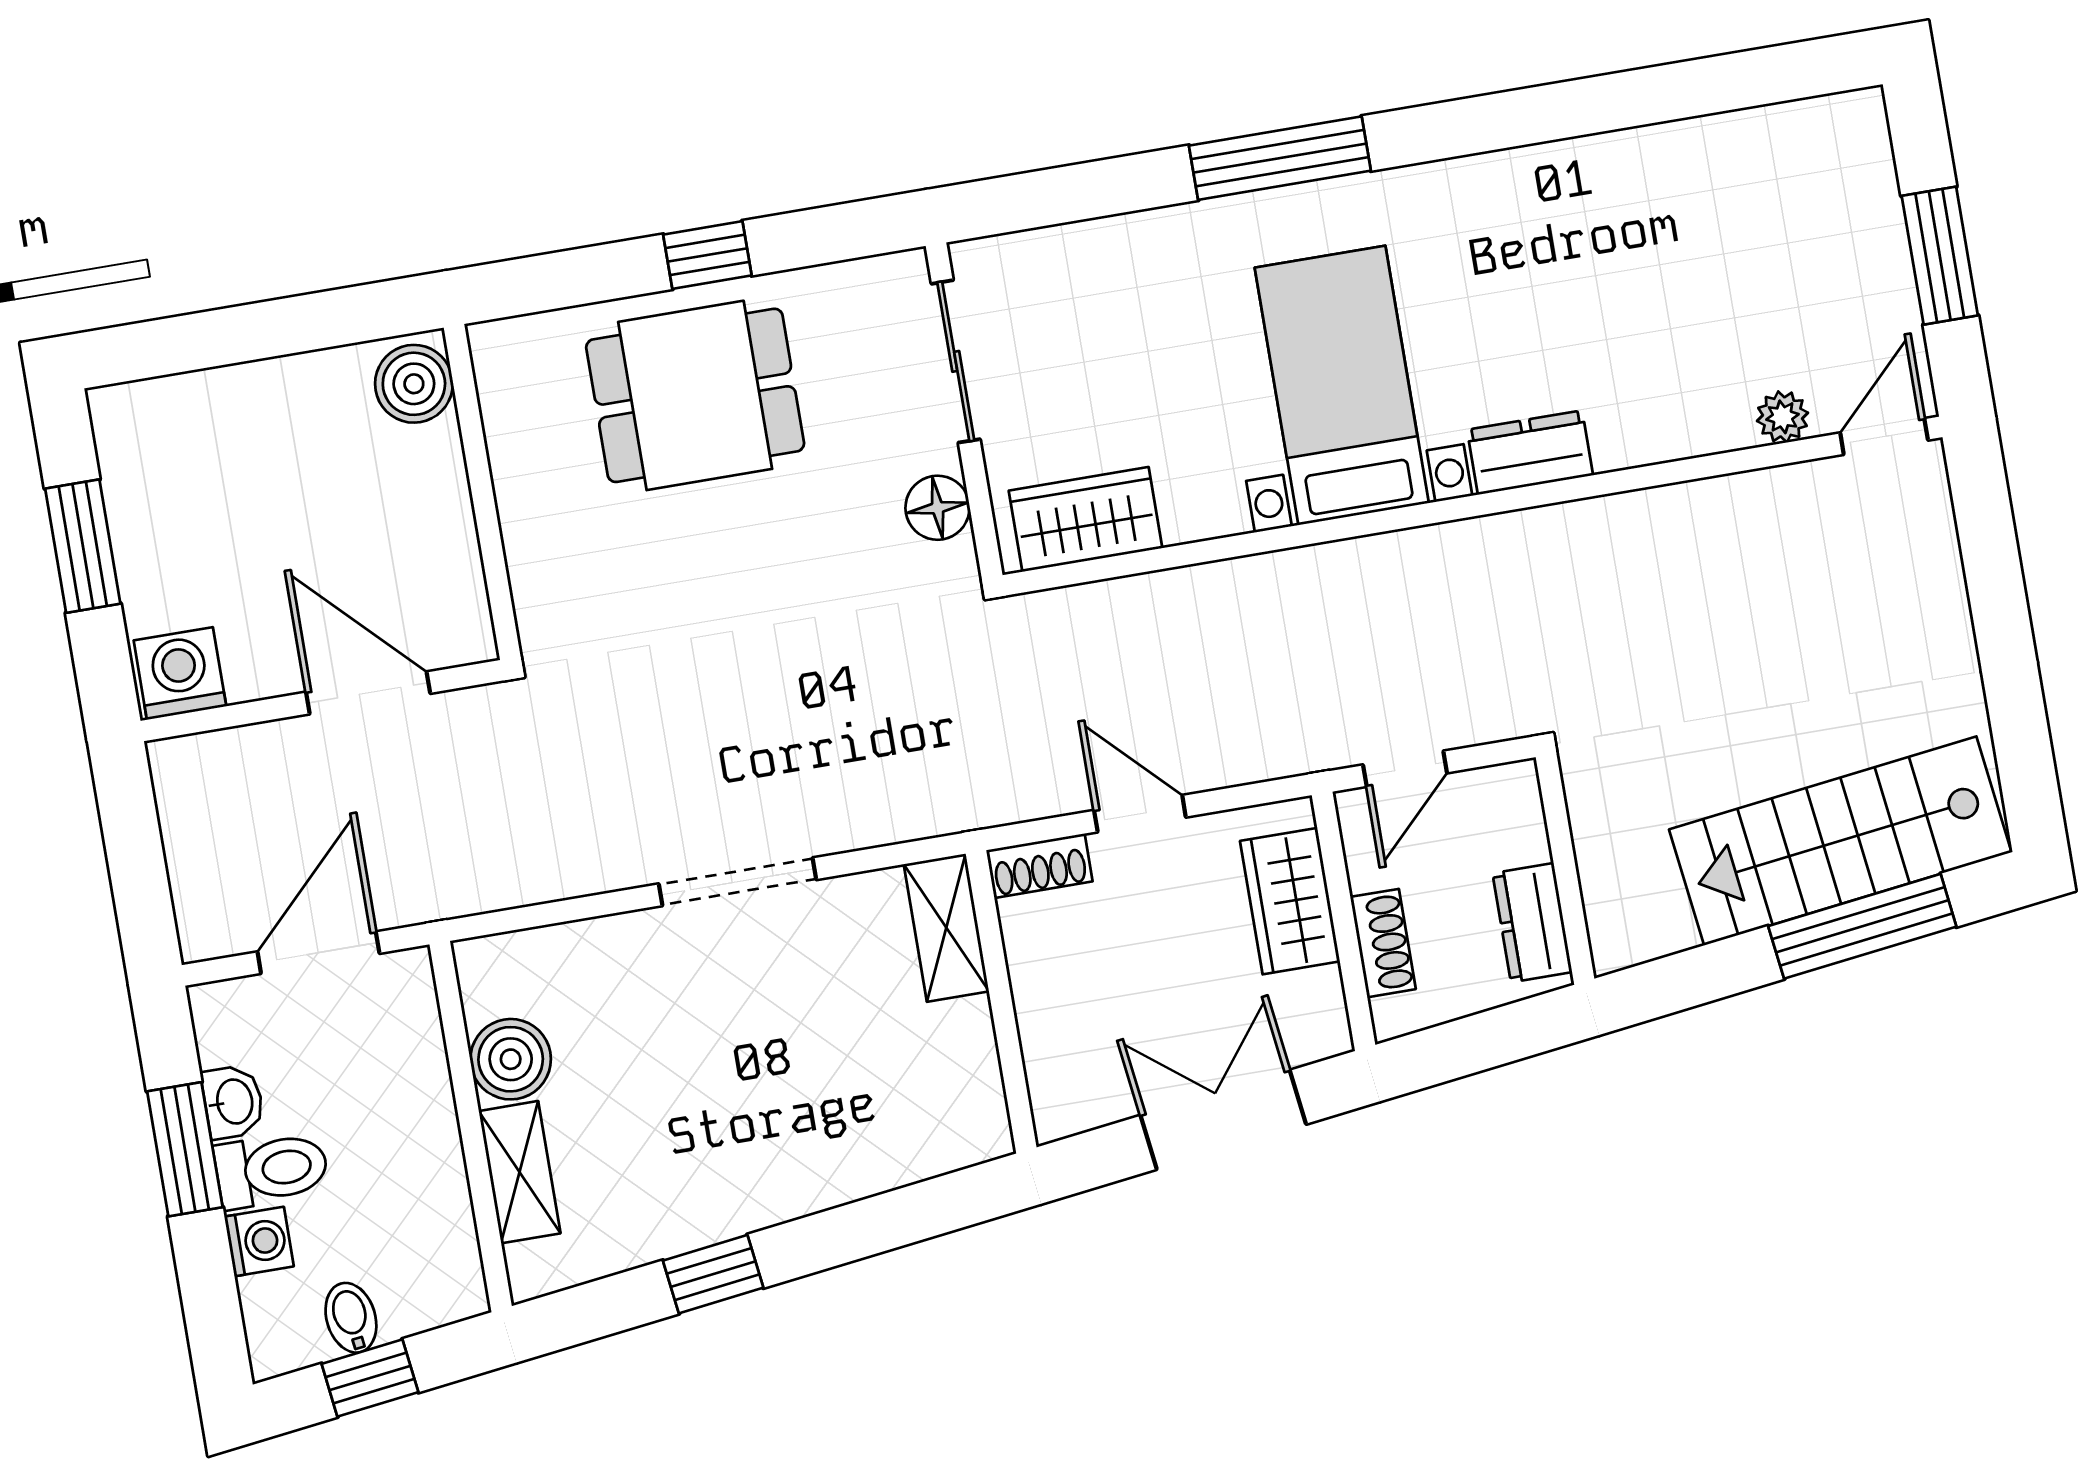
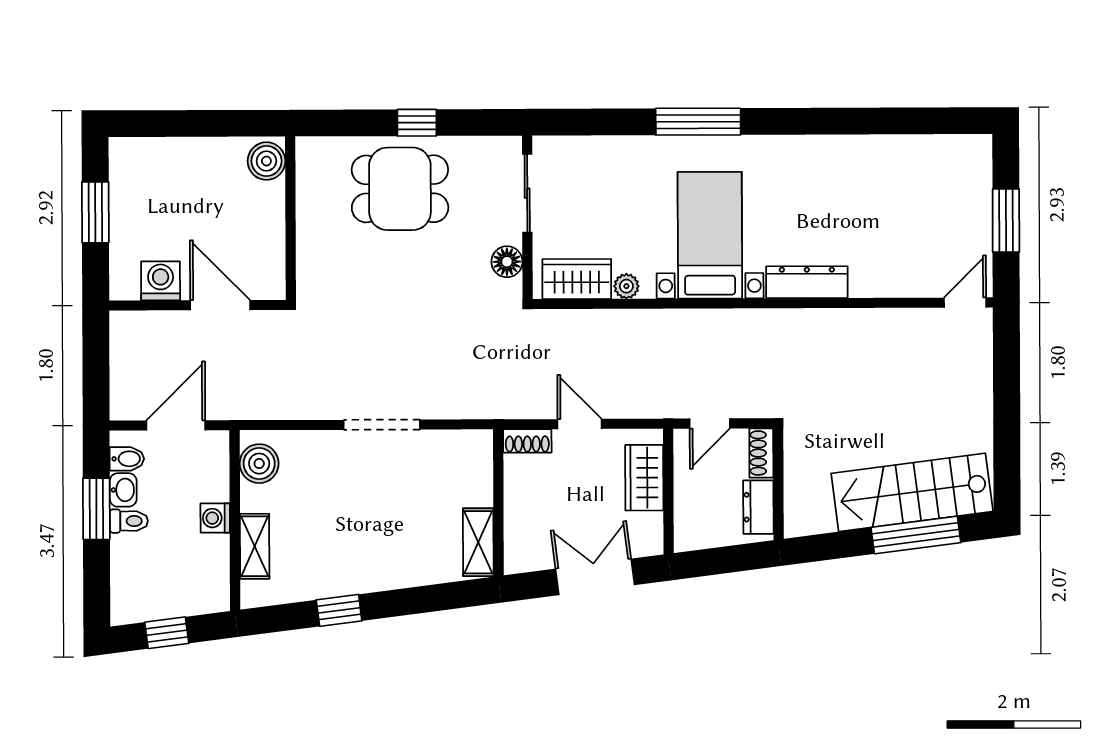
plant: (1782, 417) -> (626, 286), moved
dresser: (1530, 452) -> (807, 282), width x1.44
washing machine: (180, 673) -> (161, 281), moved
shelving: (946, 928) -> (478, 542), moved
shoe rack: (1383, 943) -> (761, 453), moved, turned 180
boiler: (511, 1059) -> (259, 464), moved
toilet: (272, 1170) -> (129, 521), width x0.73, depth x0.72
washing machine: (259, 1242) -> (215, 518), moved, turned 180
bidet: (351, 1318) -> (127, 459), moved, turned 97

